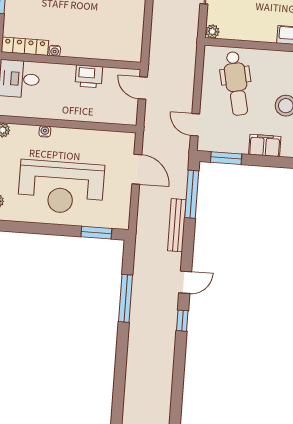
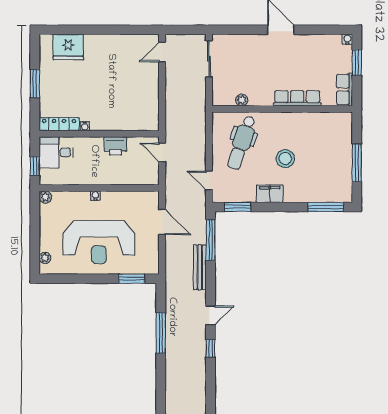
plant: (212, 32) -> (242, 100), moved
dental chair: (236, 83) -> (242, 143), turned 31
water cooler: (45, 131) -> (95, 196), moved

